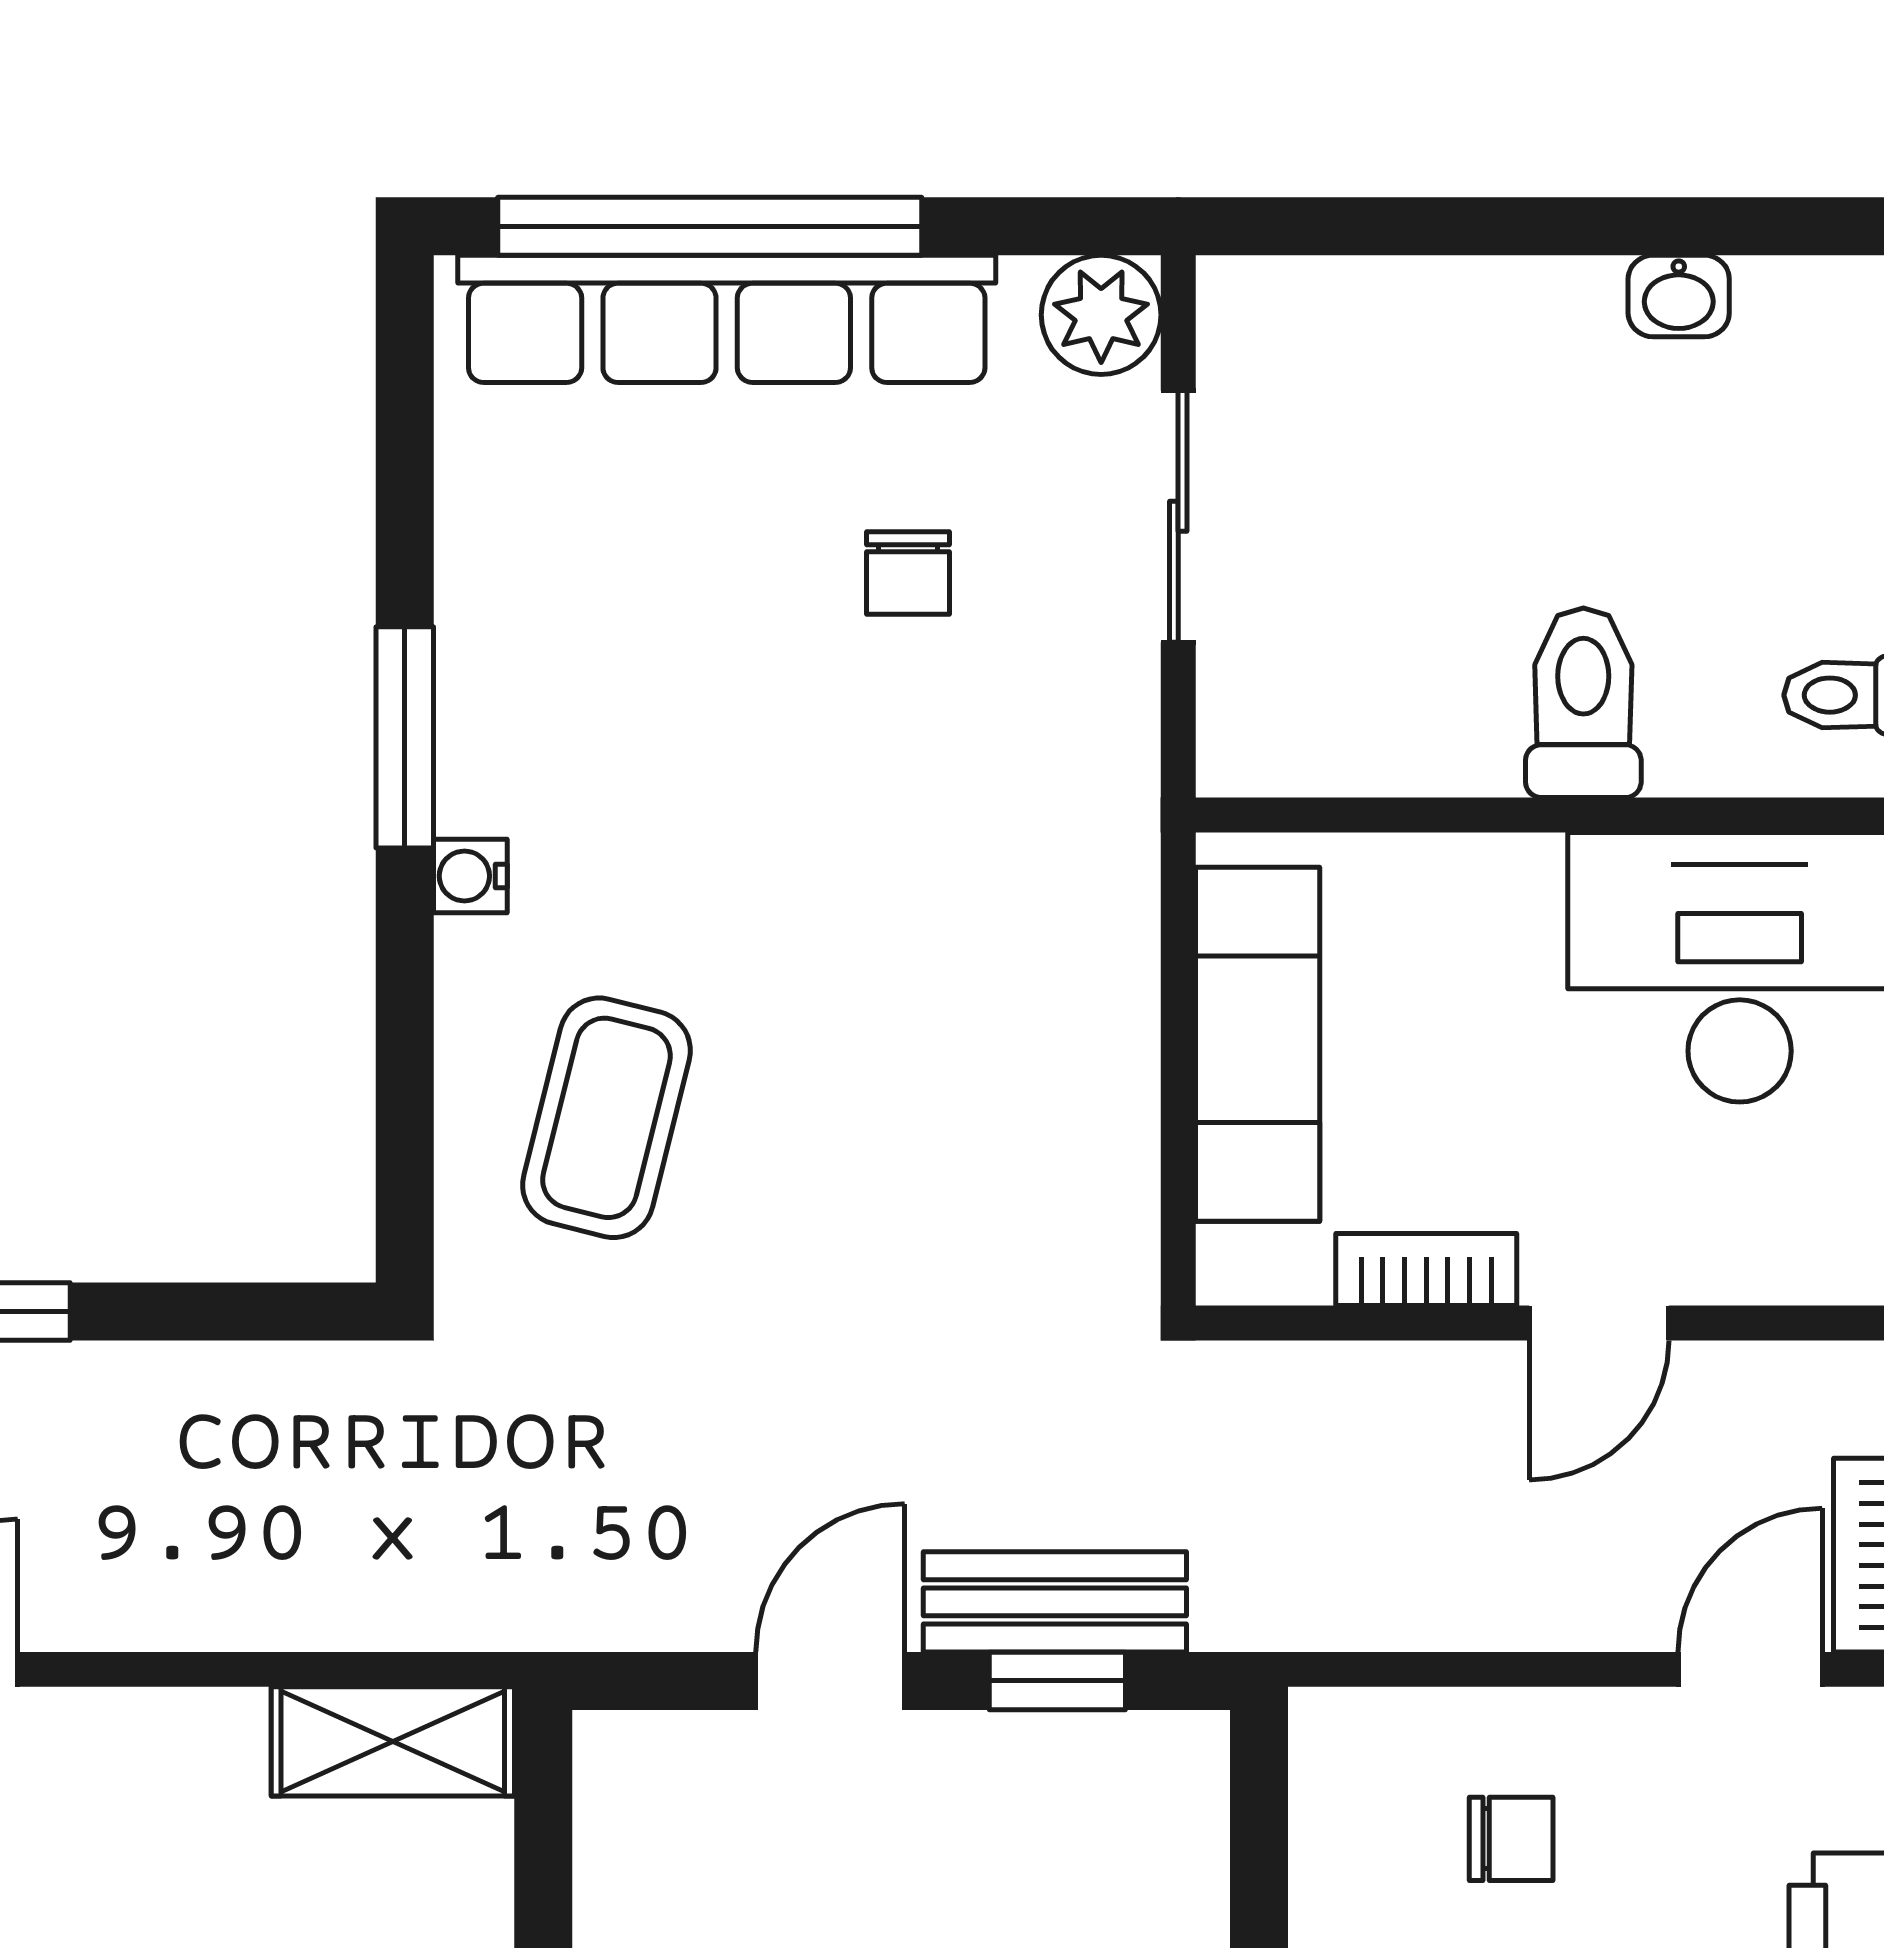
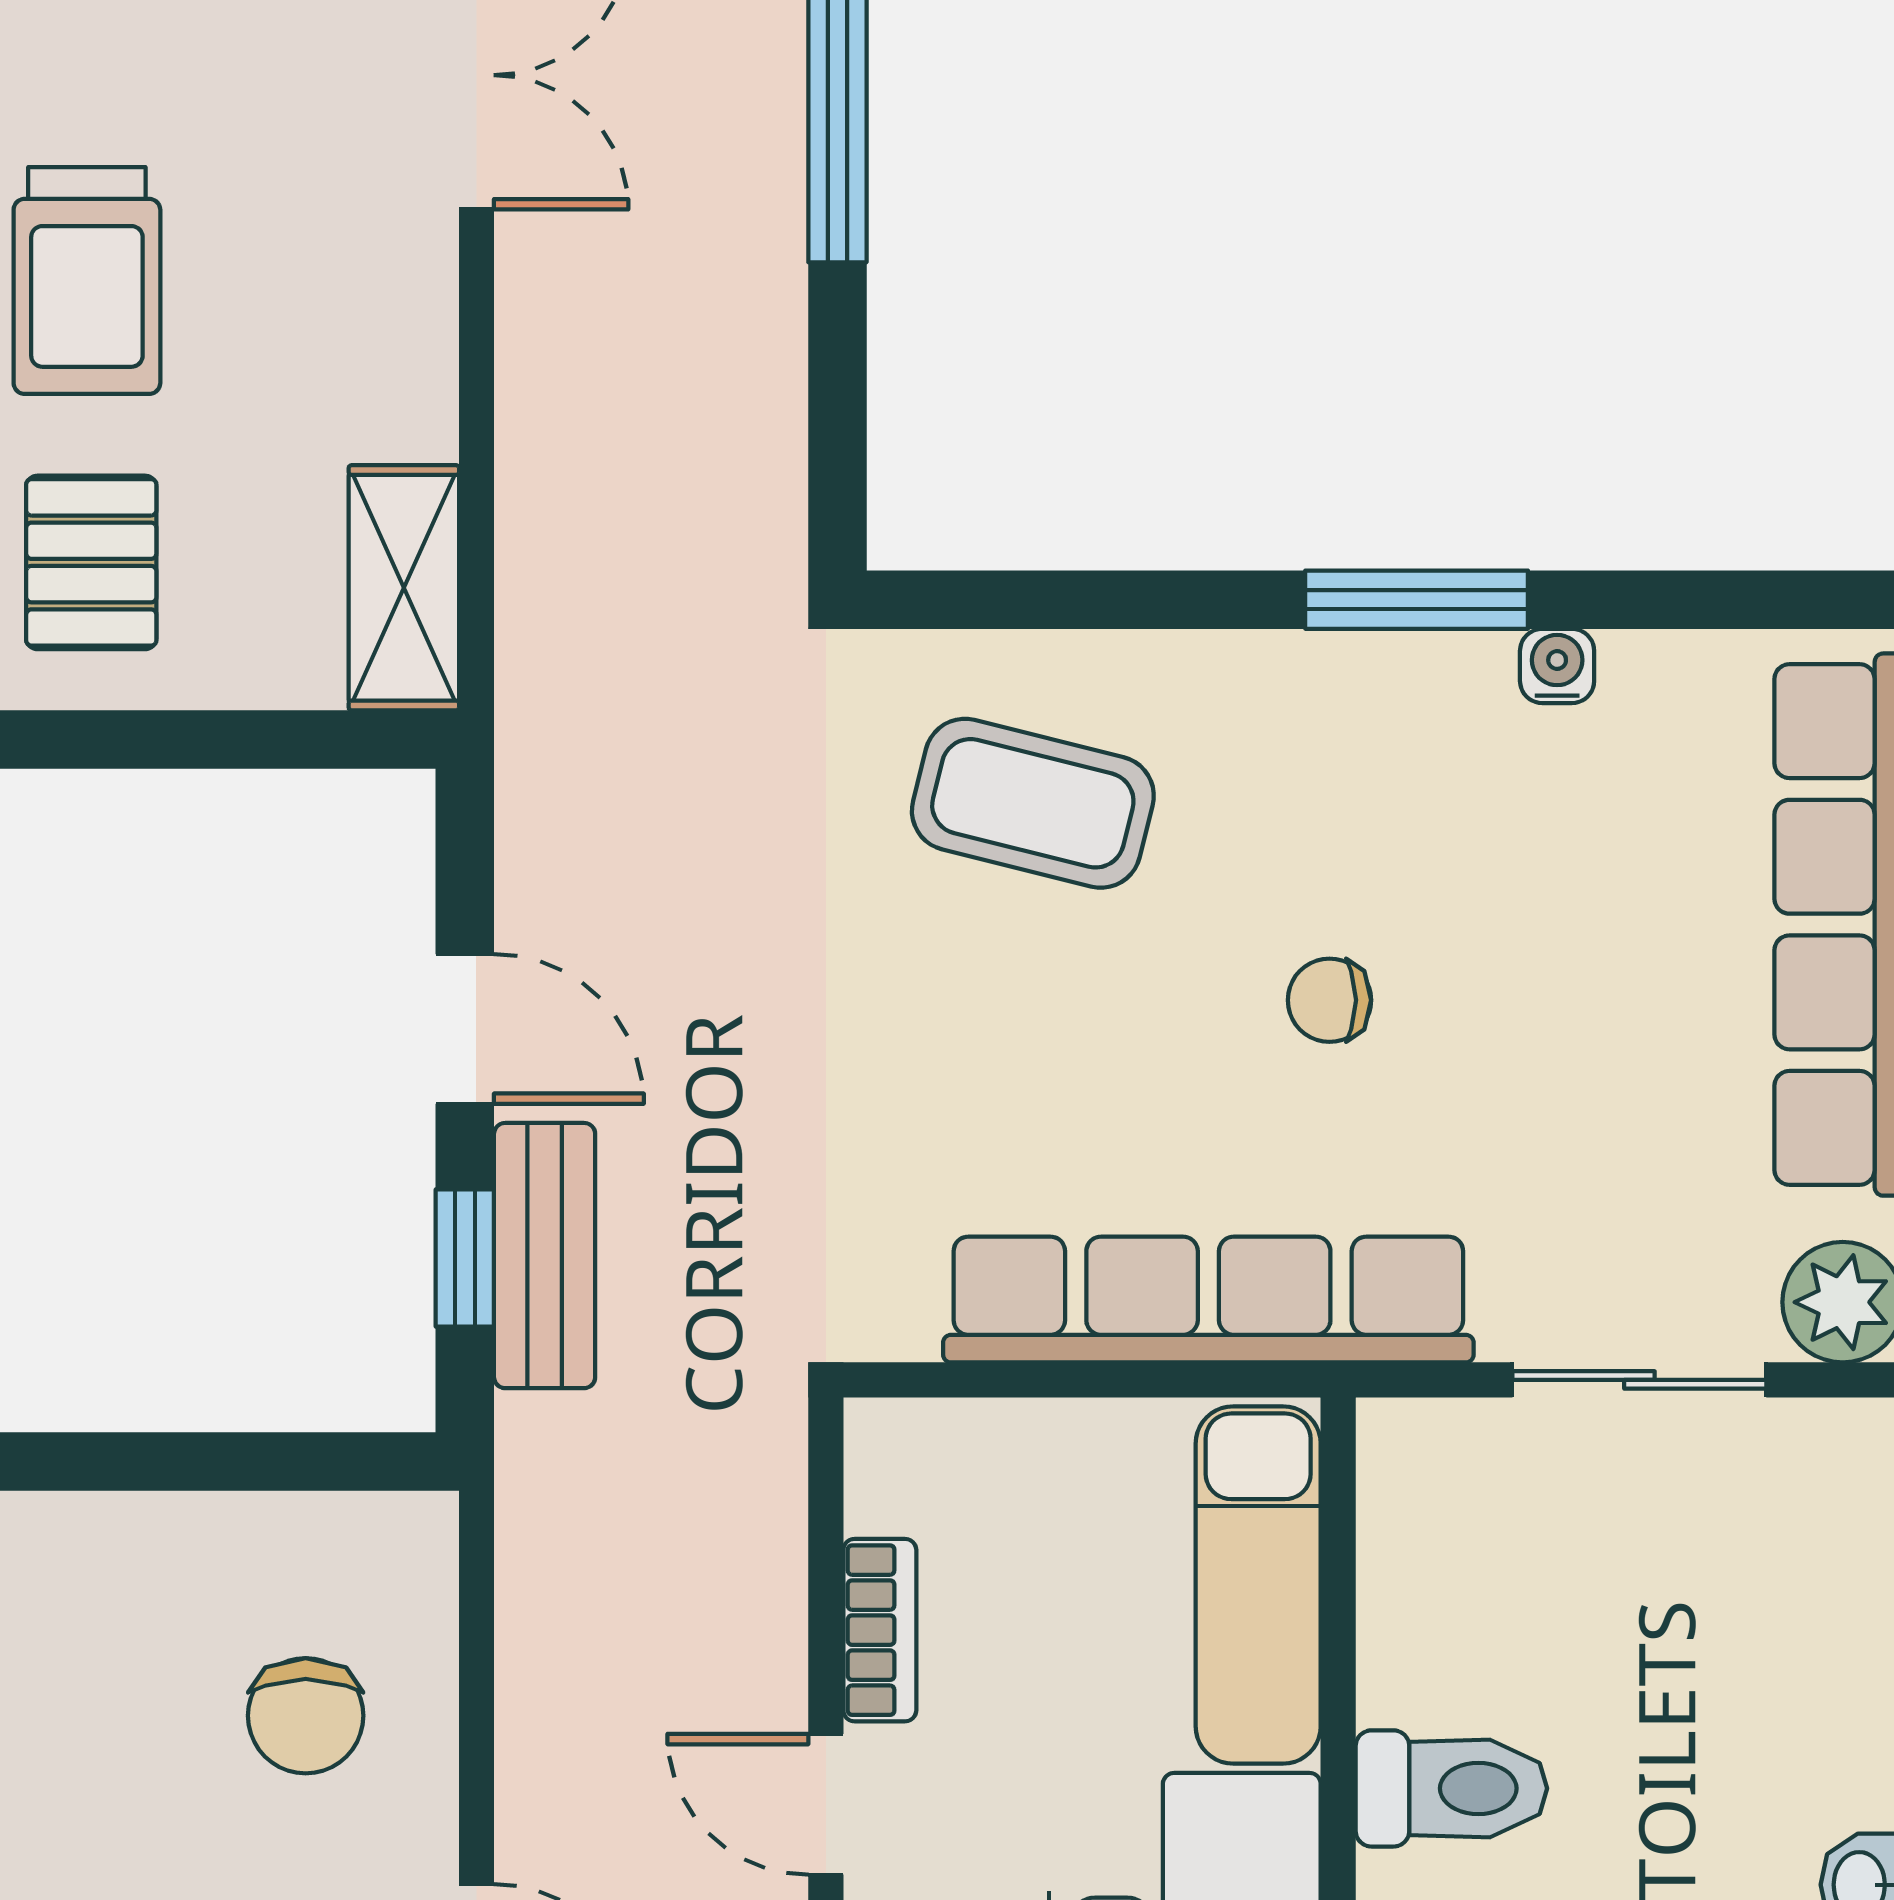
chair: (908, 573) -> (1329, 1000), moved
water cooler: (470, 876) -> (1557, 666), moved
row of seats: (1099, 944) -> (1208, 1300), added
exam couch: (1258, 1044) -> (1258, 1585), moved, turned 90
chair: (1511, 1839) -> (306, 1716), width x1.37, depth x1.37

